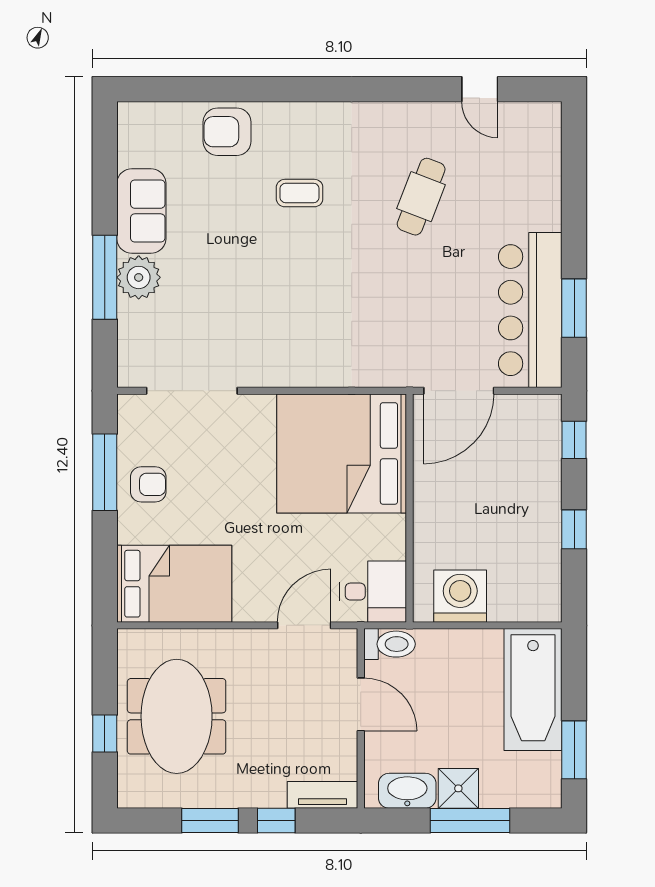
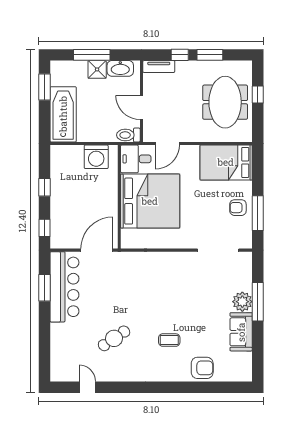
cafe table: (421, 197) -> (114, 338), turned 35
bed: (342, 453) -> (150, 201), moved

